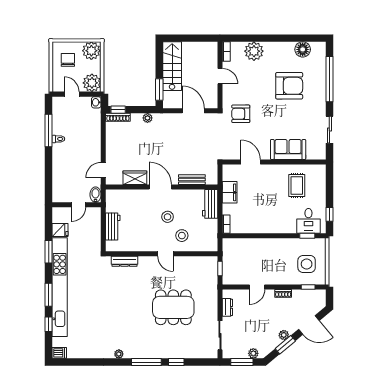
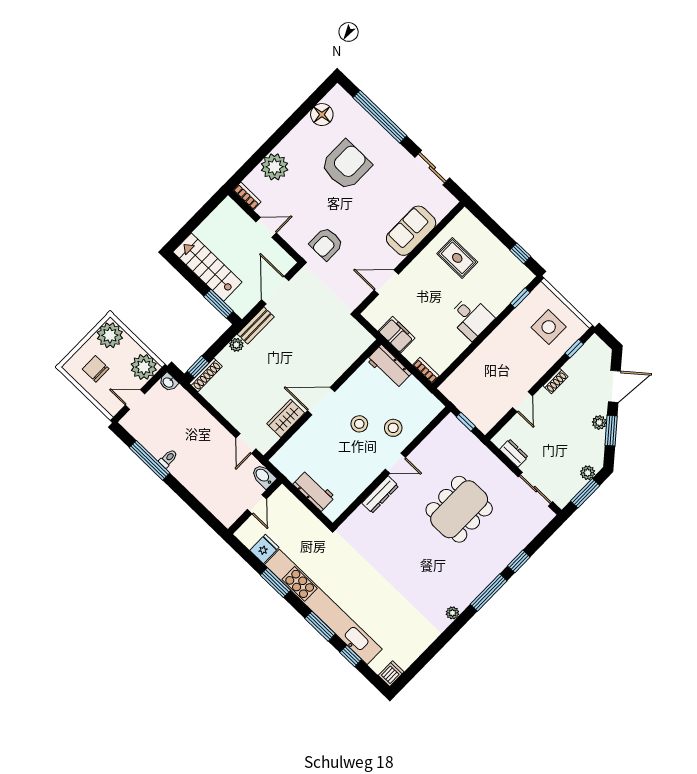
door: (193, 111) -> (275, 290), hinge flipped
bench: (192, 180) -> (256, 325), moved
desk: (308, 221) -> (471, 318), moved
dresser: (125, 261) -> (380, 495), moved

